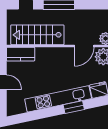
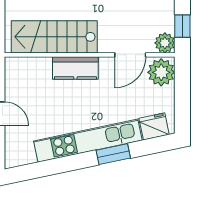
kitchen counter: (21, 54) -> (75, 68), moved

